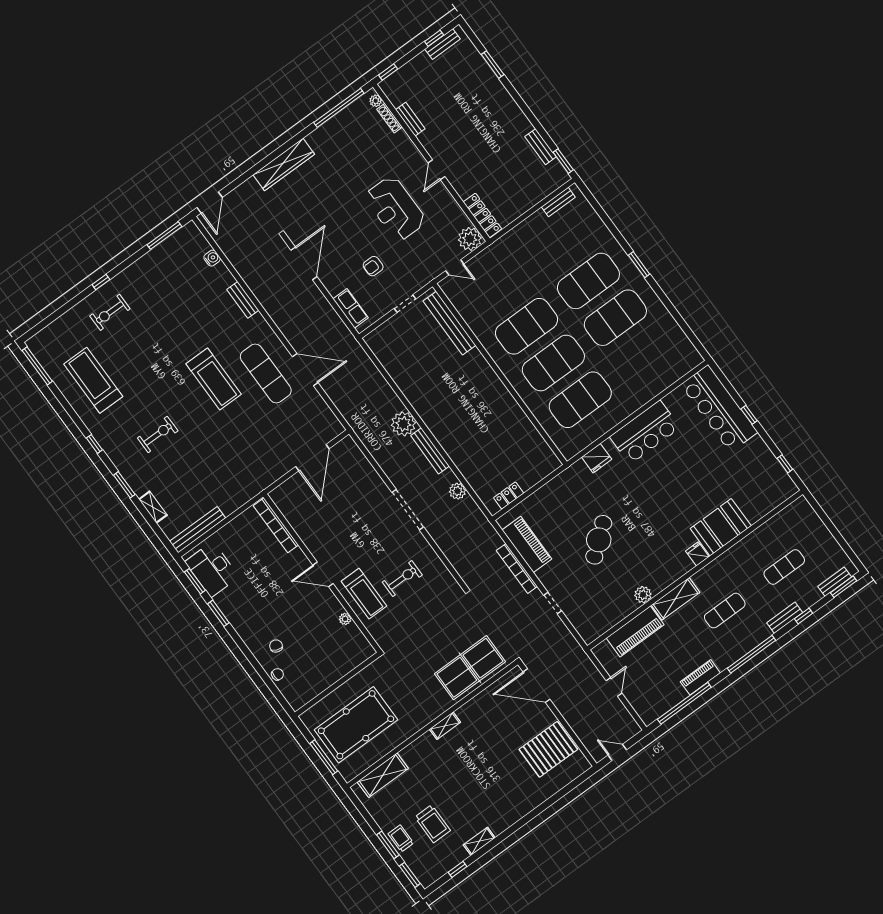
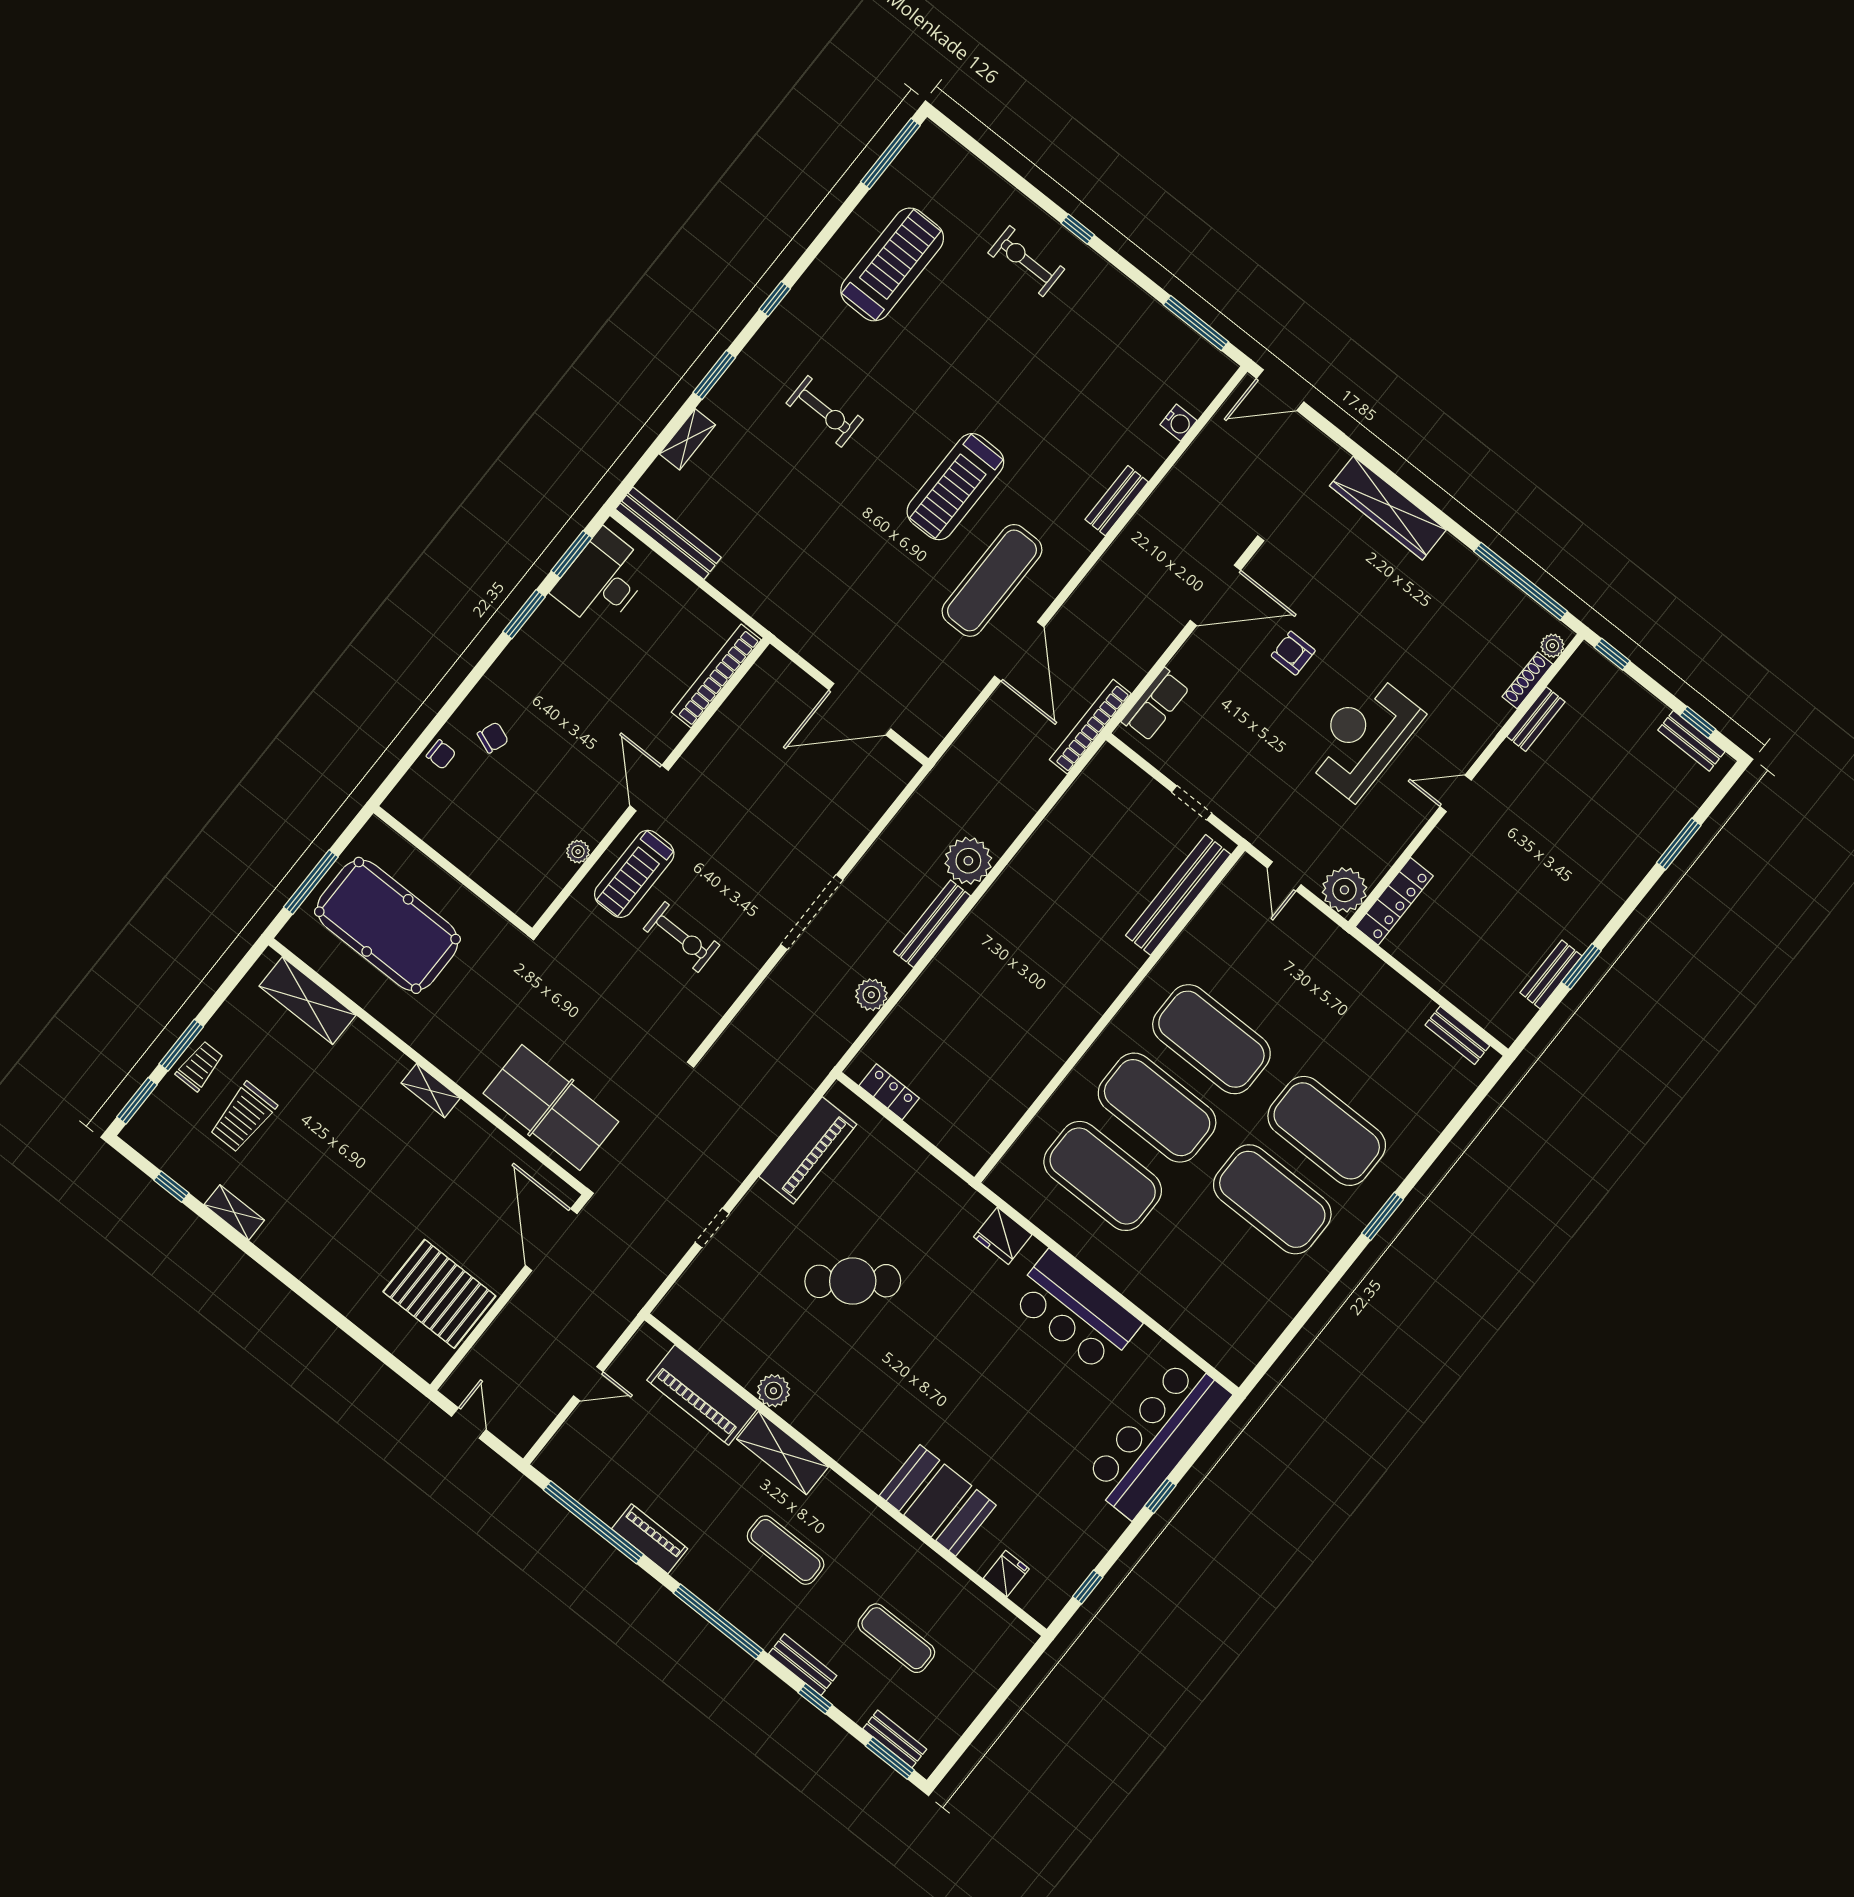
window: (563, 161) -> (1581, 966), moved
armchair: (373, 266) -> (1293, 653), moved
fridge: (697, 554) -> (1006, 1574), moved
bookcase: (517, 568) -> (1090, 727), moved

